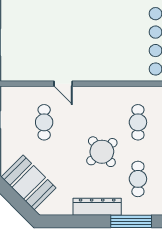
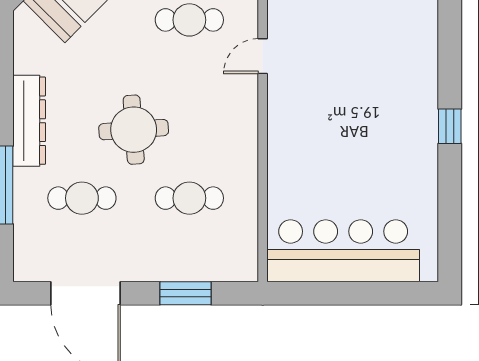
round table: (102, 152) -> (134, 130), turned 36

